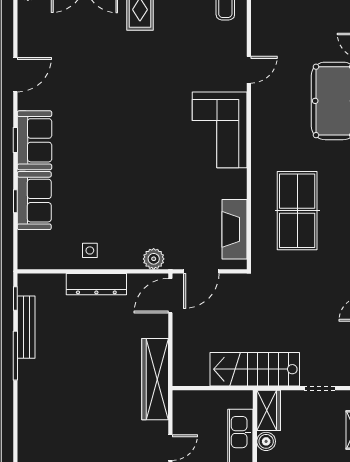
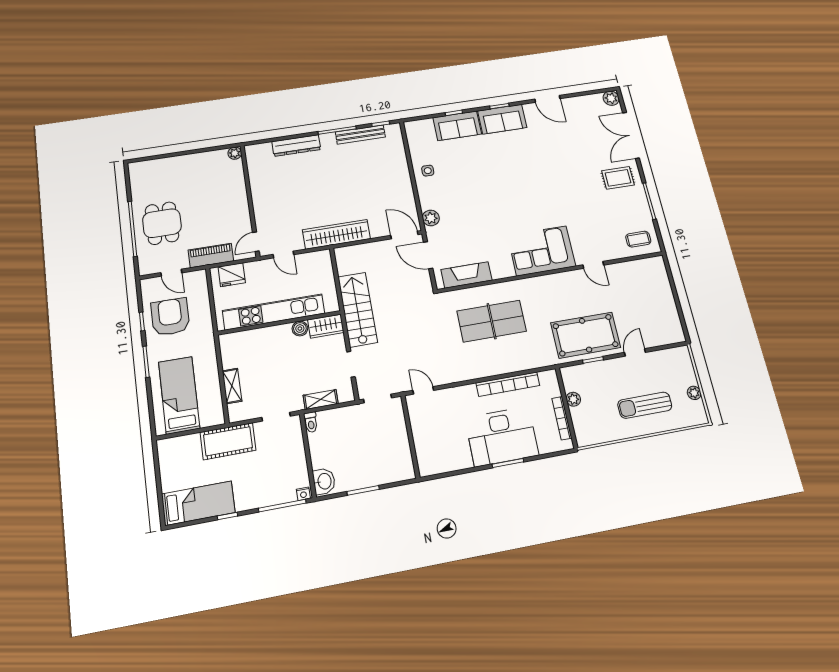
dresser: (96, 284) -> (296, 146), moved, turned -90

